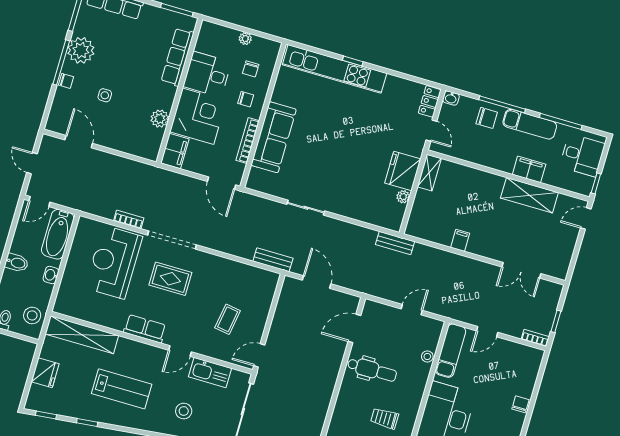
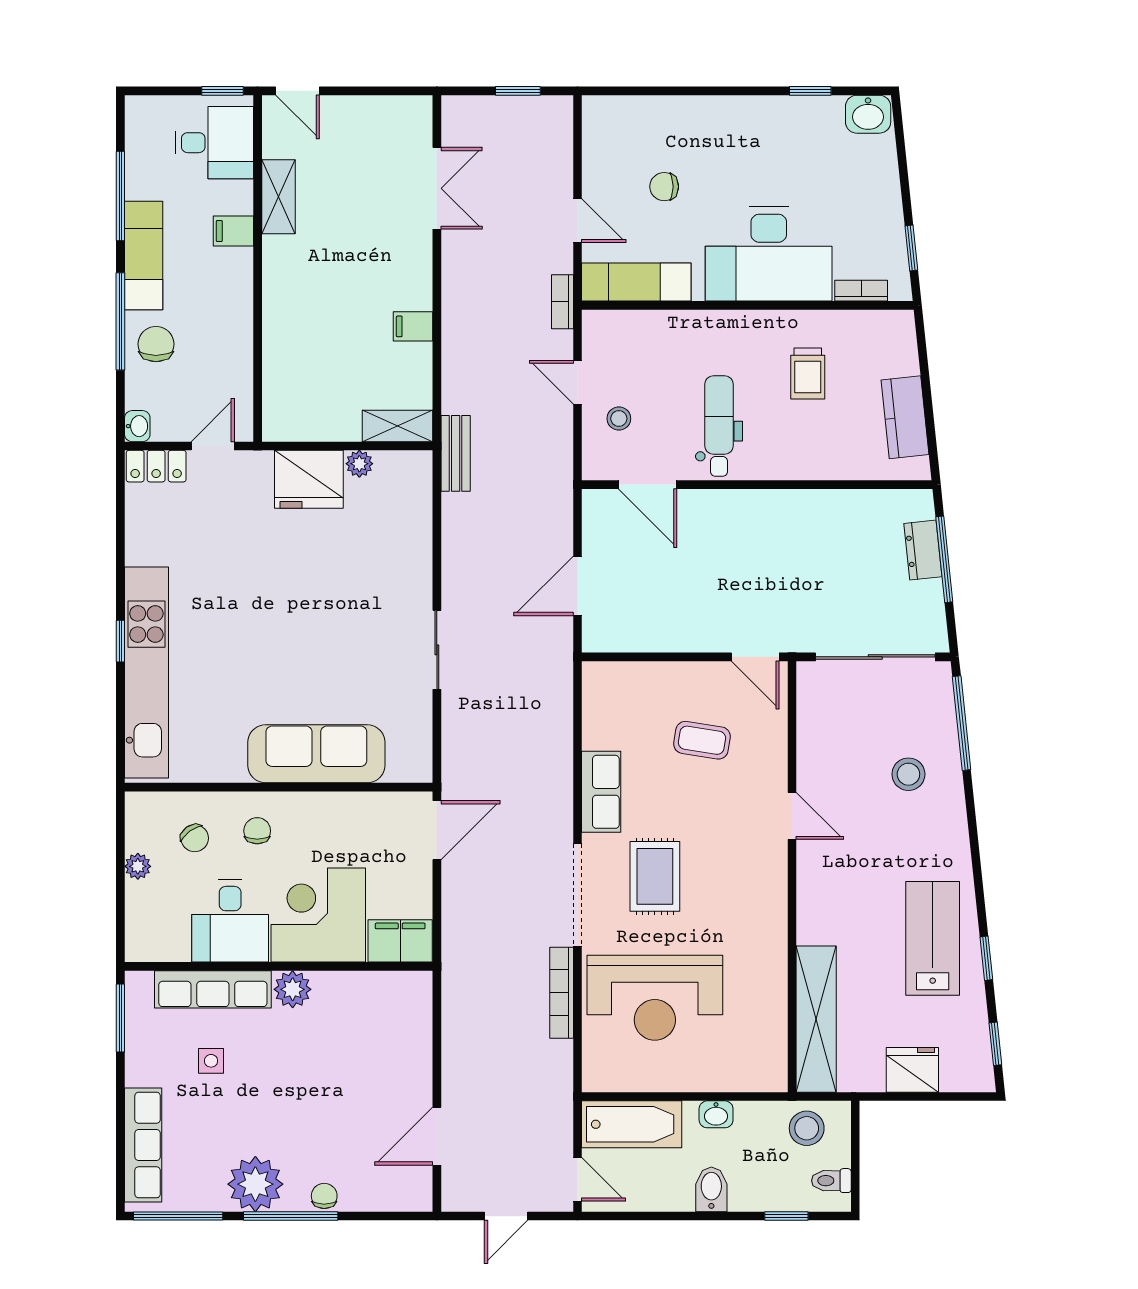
chair: (251, 69) -> (195, 838), turned 54
side table: (105, 95) -> (211, 1061), moved
plant: (160, 119) -> (293, 989), moved
bookcase: (248, 141) -> (338, 803), removed
desk: (582, 155) -> (214, 143), moved, turned 90
filing cabinet: (529, 169) -> (233, 231), width x0.50
shelving: (429, 173) -> (398, 426), moved
shelving: (529, 195) -> (278, 197), width x0.67, depth x0.75
bookcase: (129, 219) -> (562, 993), width x1.56
bench: (273, 260) -> (558, 685), removed
row of seats: (145, 329) -> (601, 792), moved, turned 180
bookcase: (535, 338) -> (562, 302), moved
stool: (427, 356) -> (619, 419), moved
kitchen sink: (210, 373) -> (817, 744), removed
lab bench: (122, 389) -> (933, 938), moved
chair: (520, 404) -> (664, 187), moved

